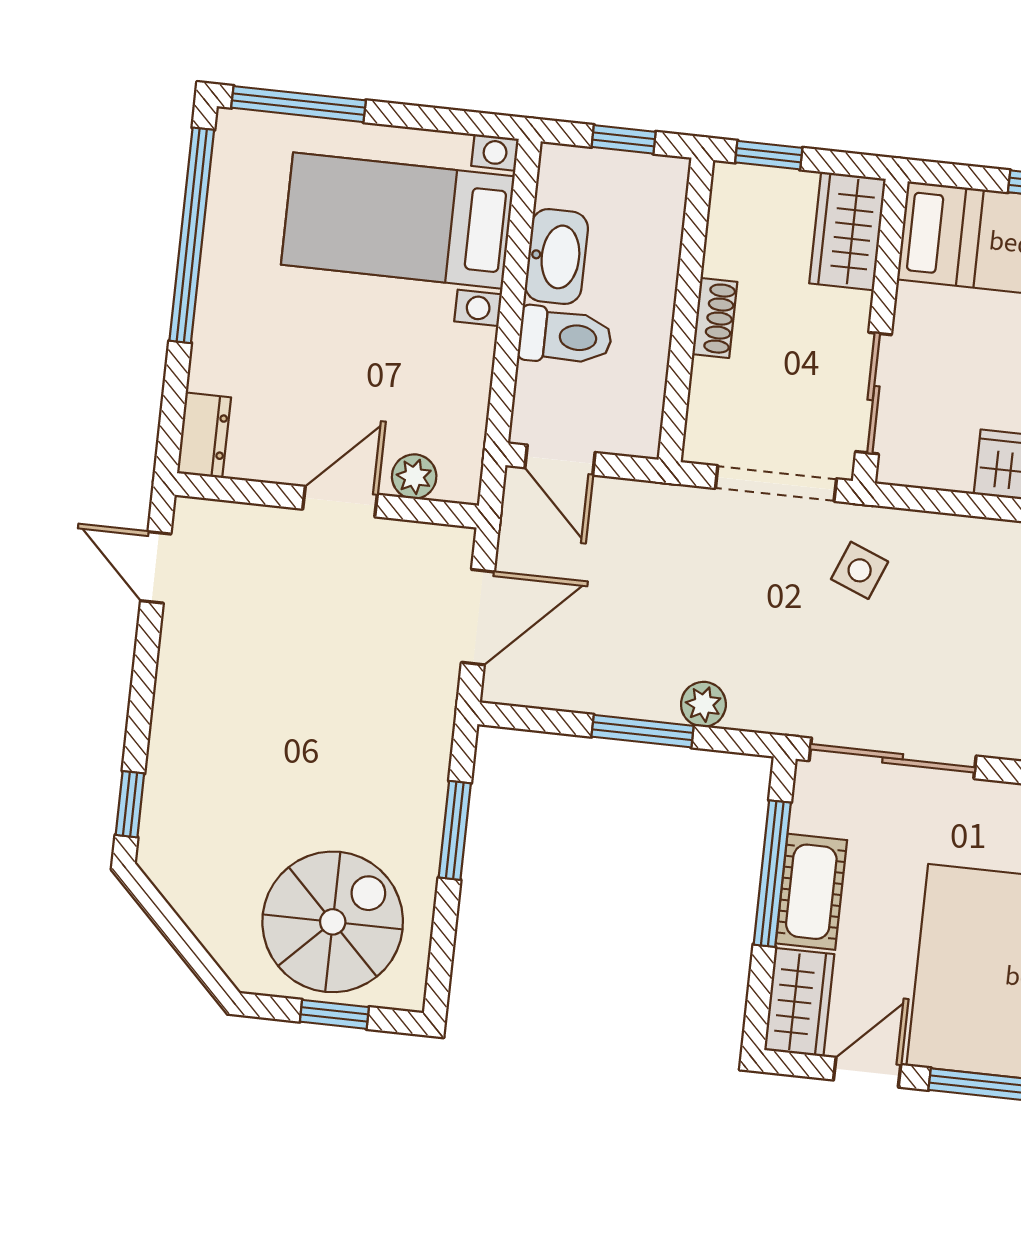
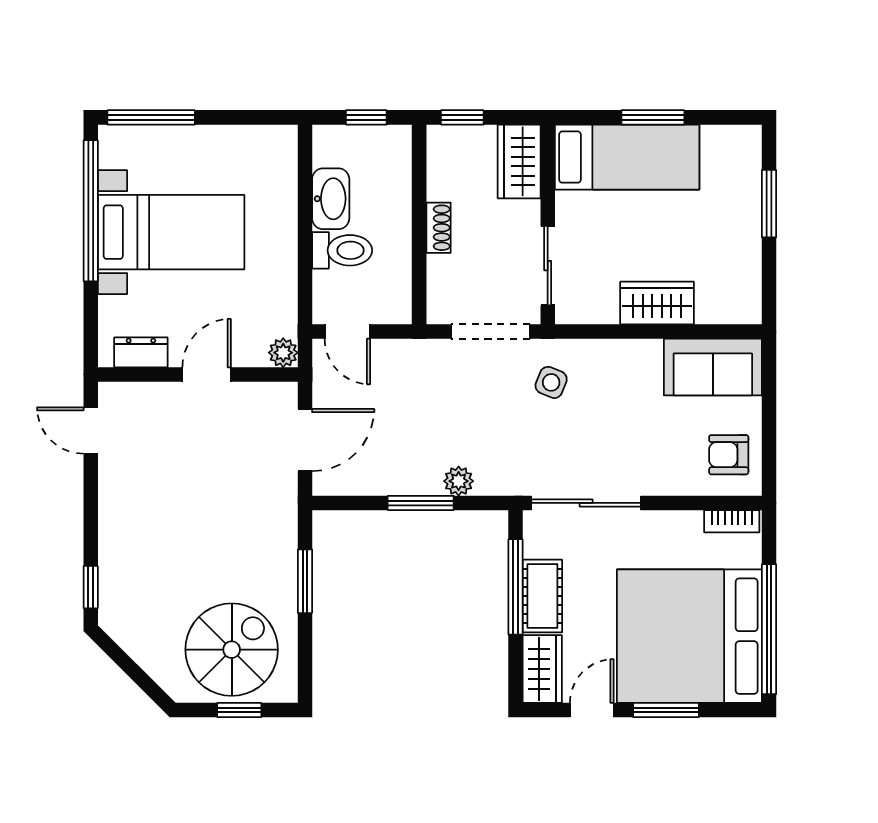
bed with nightstands: (398, 221) -> (171, 232), moved, turned 180
dresser: (204, 435) -> (141, 352), moved, turned -90
plant: (414, 477) -> (283, 353), moved

